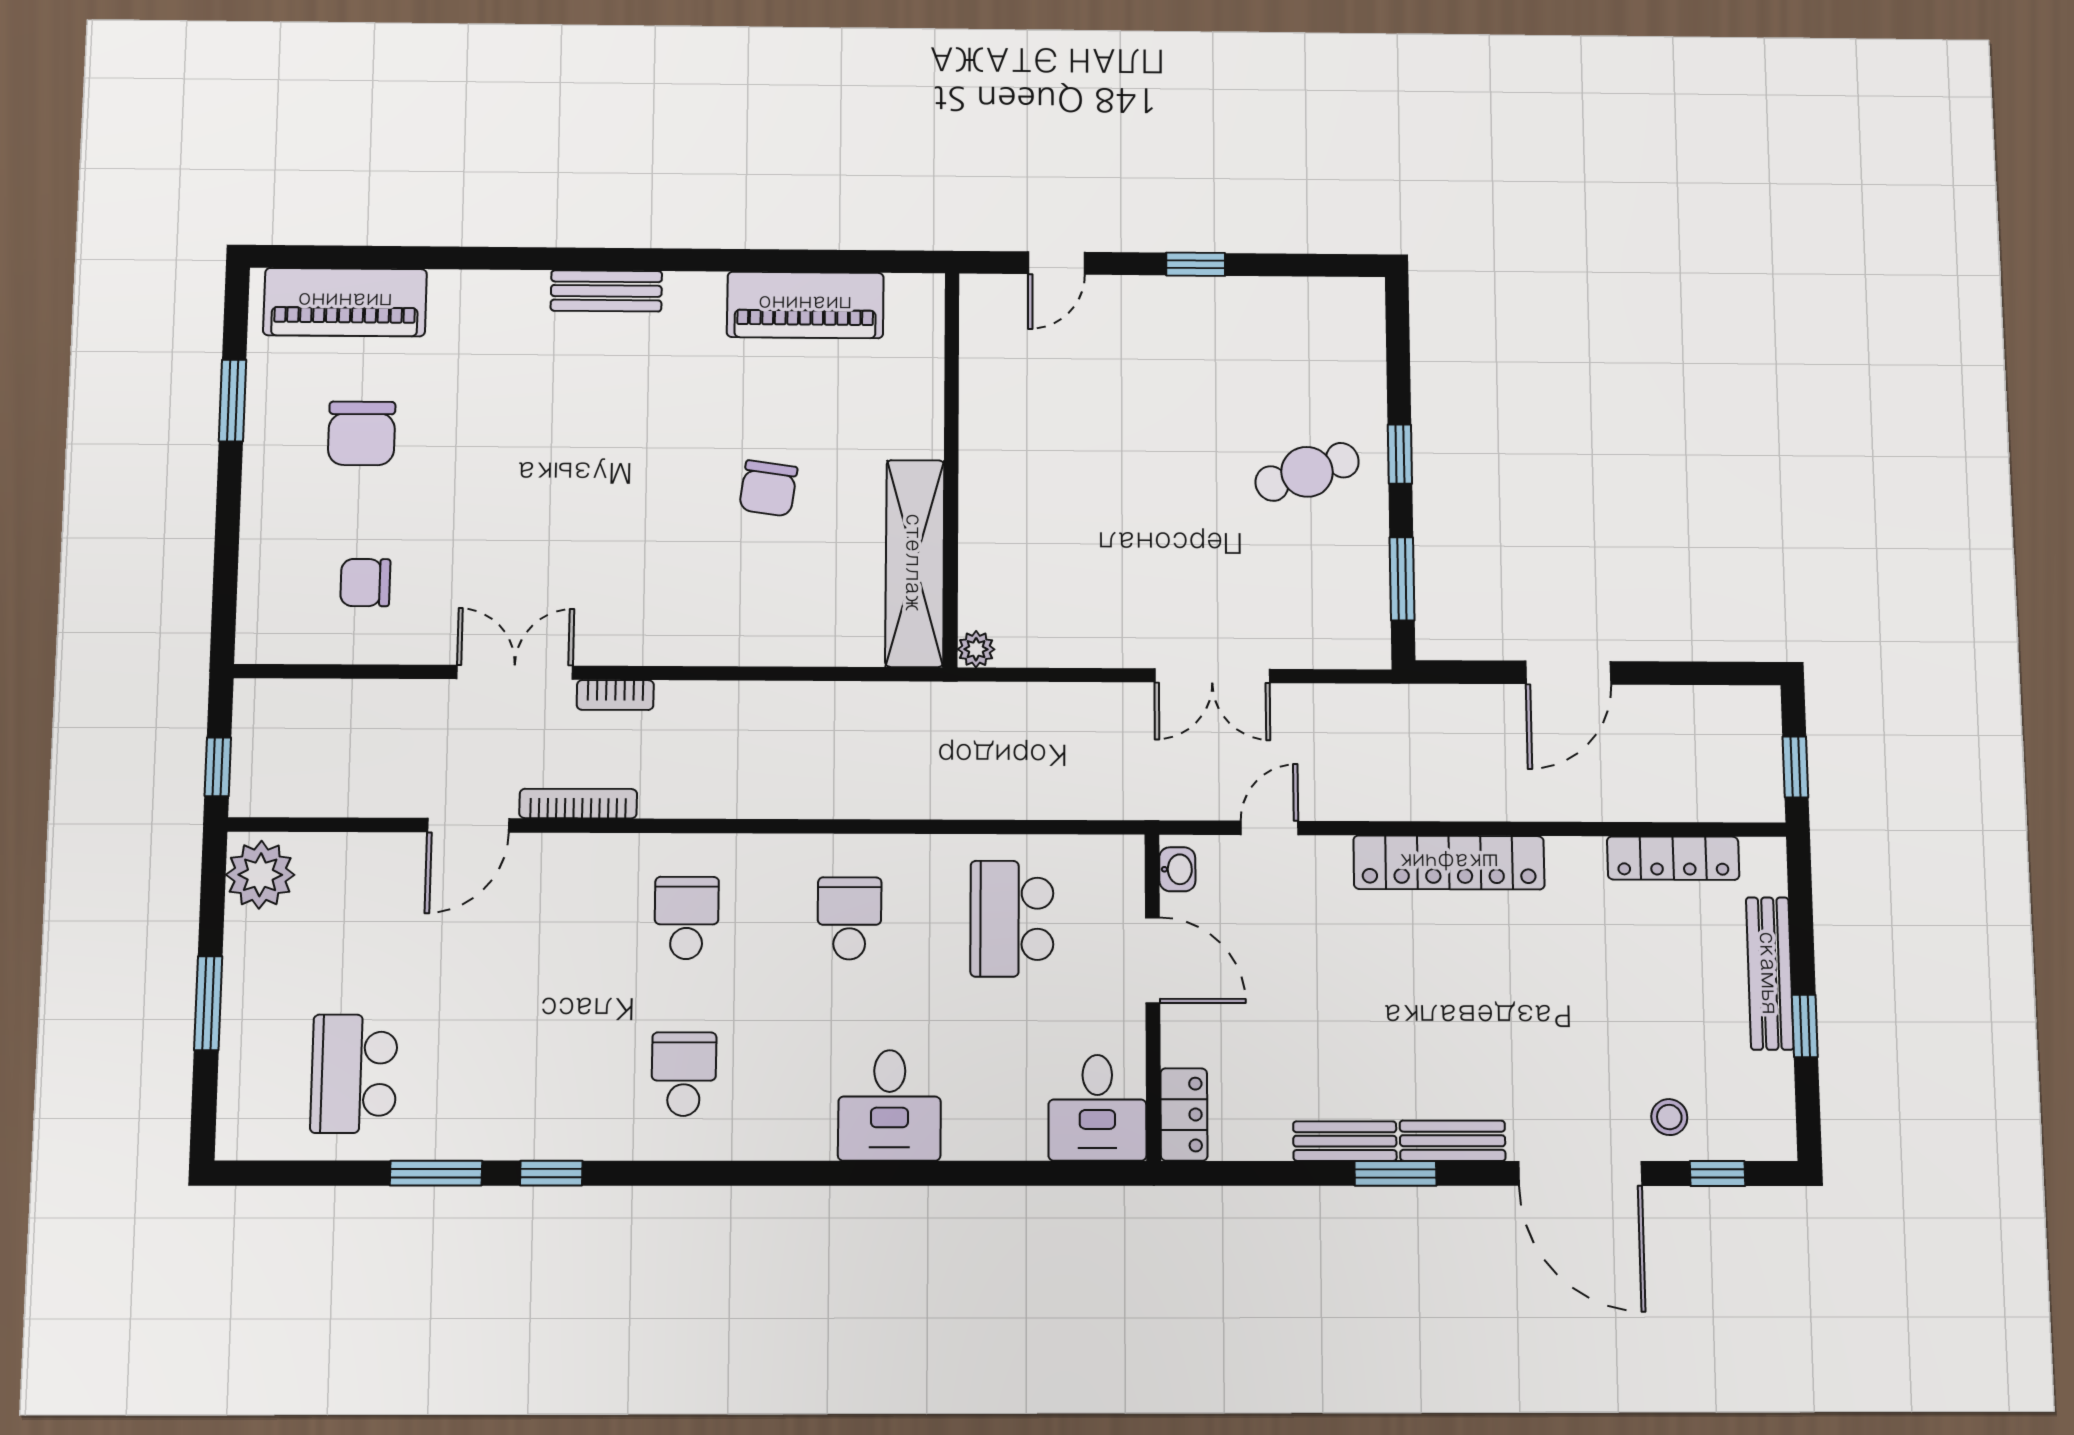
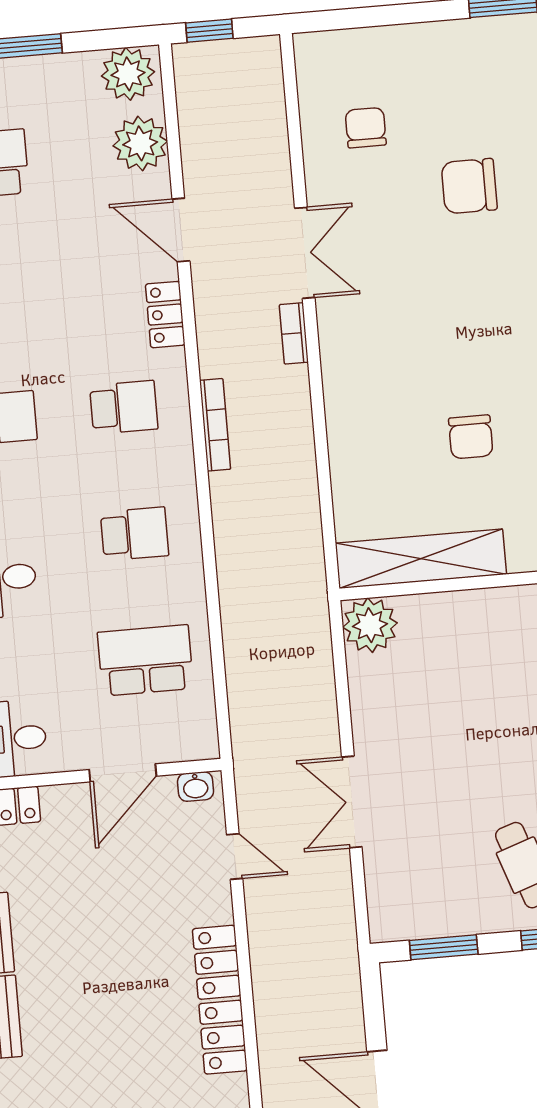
chair: (362, 433) -> (469, 186), moved
chair: (768, 488) -> (471, 437), turned -98
plant: (976, 649) -> (370, 625), width x1.88, depth x1.88
bookcase: (578, 804) -> (215, 425), moved
locker: (574, 855) -> (165, 315), added
plant: (351, 867) -> (140, 143), added

